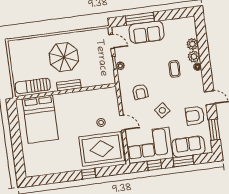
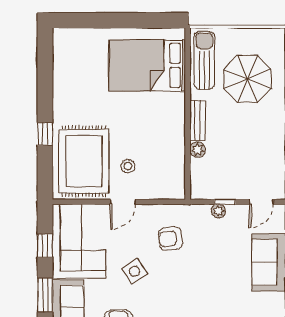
parasol: (64, 57) -> (247, 79), moved
coffee table: (174, 69) -> (201, 301), removed
plant: (86, 83) -> (198, 150), added

